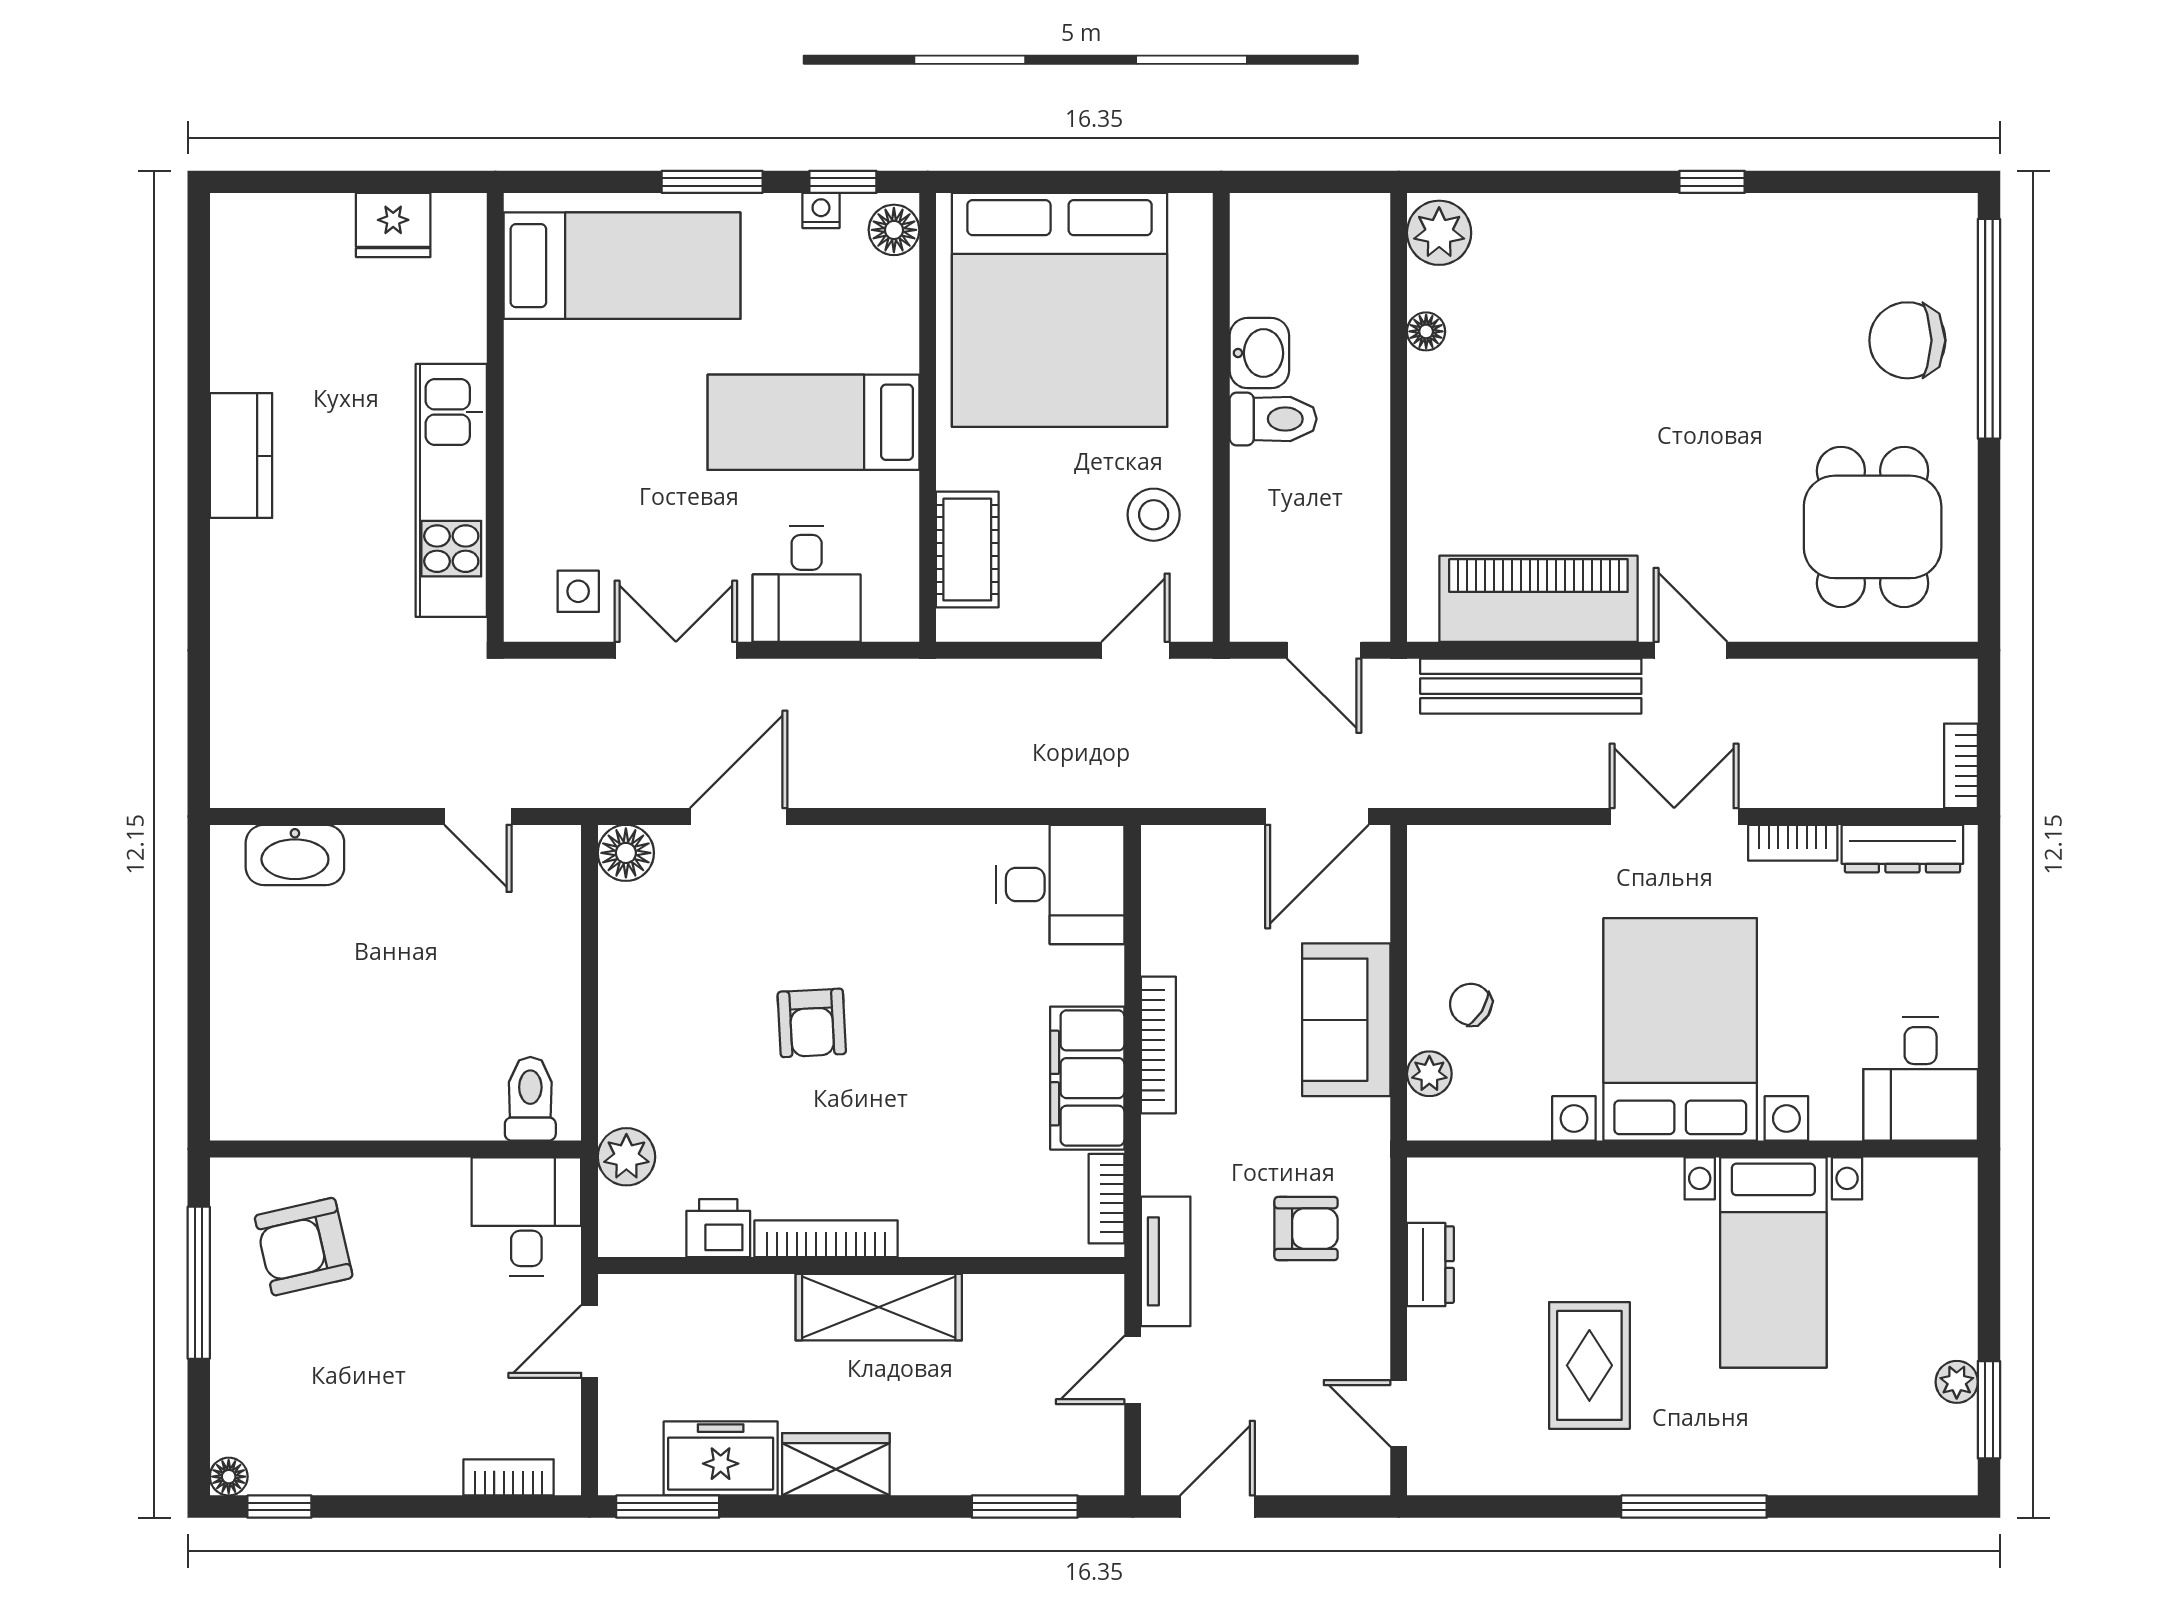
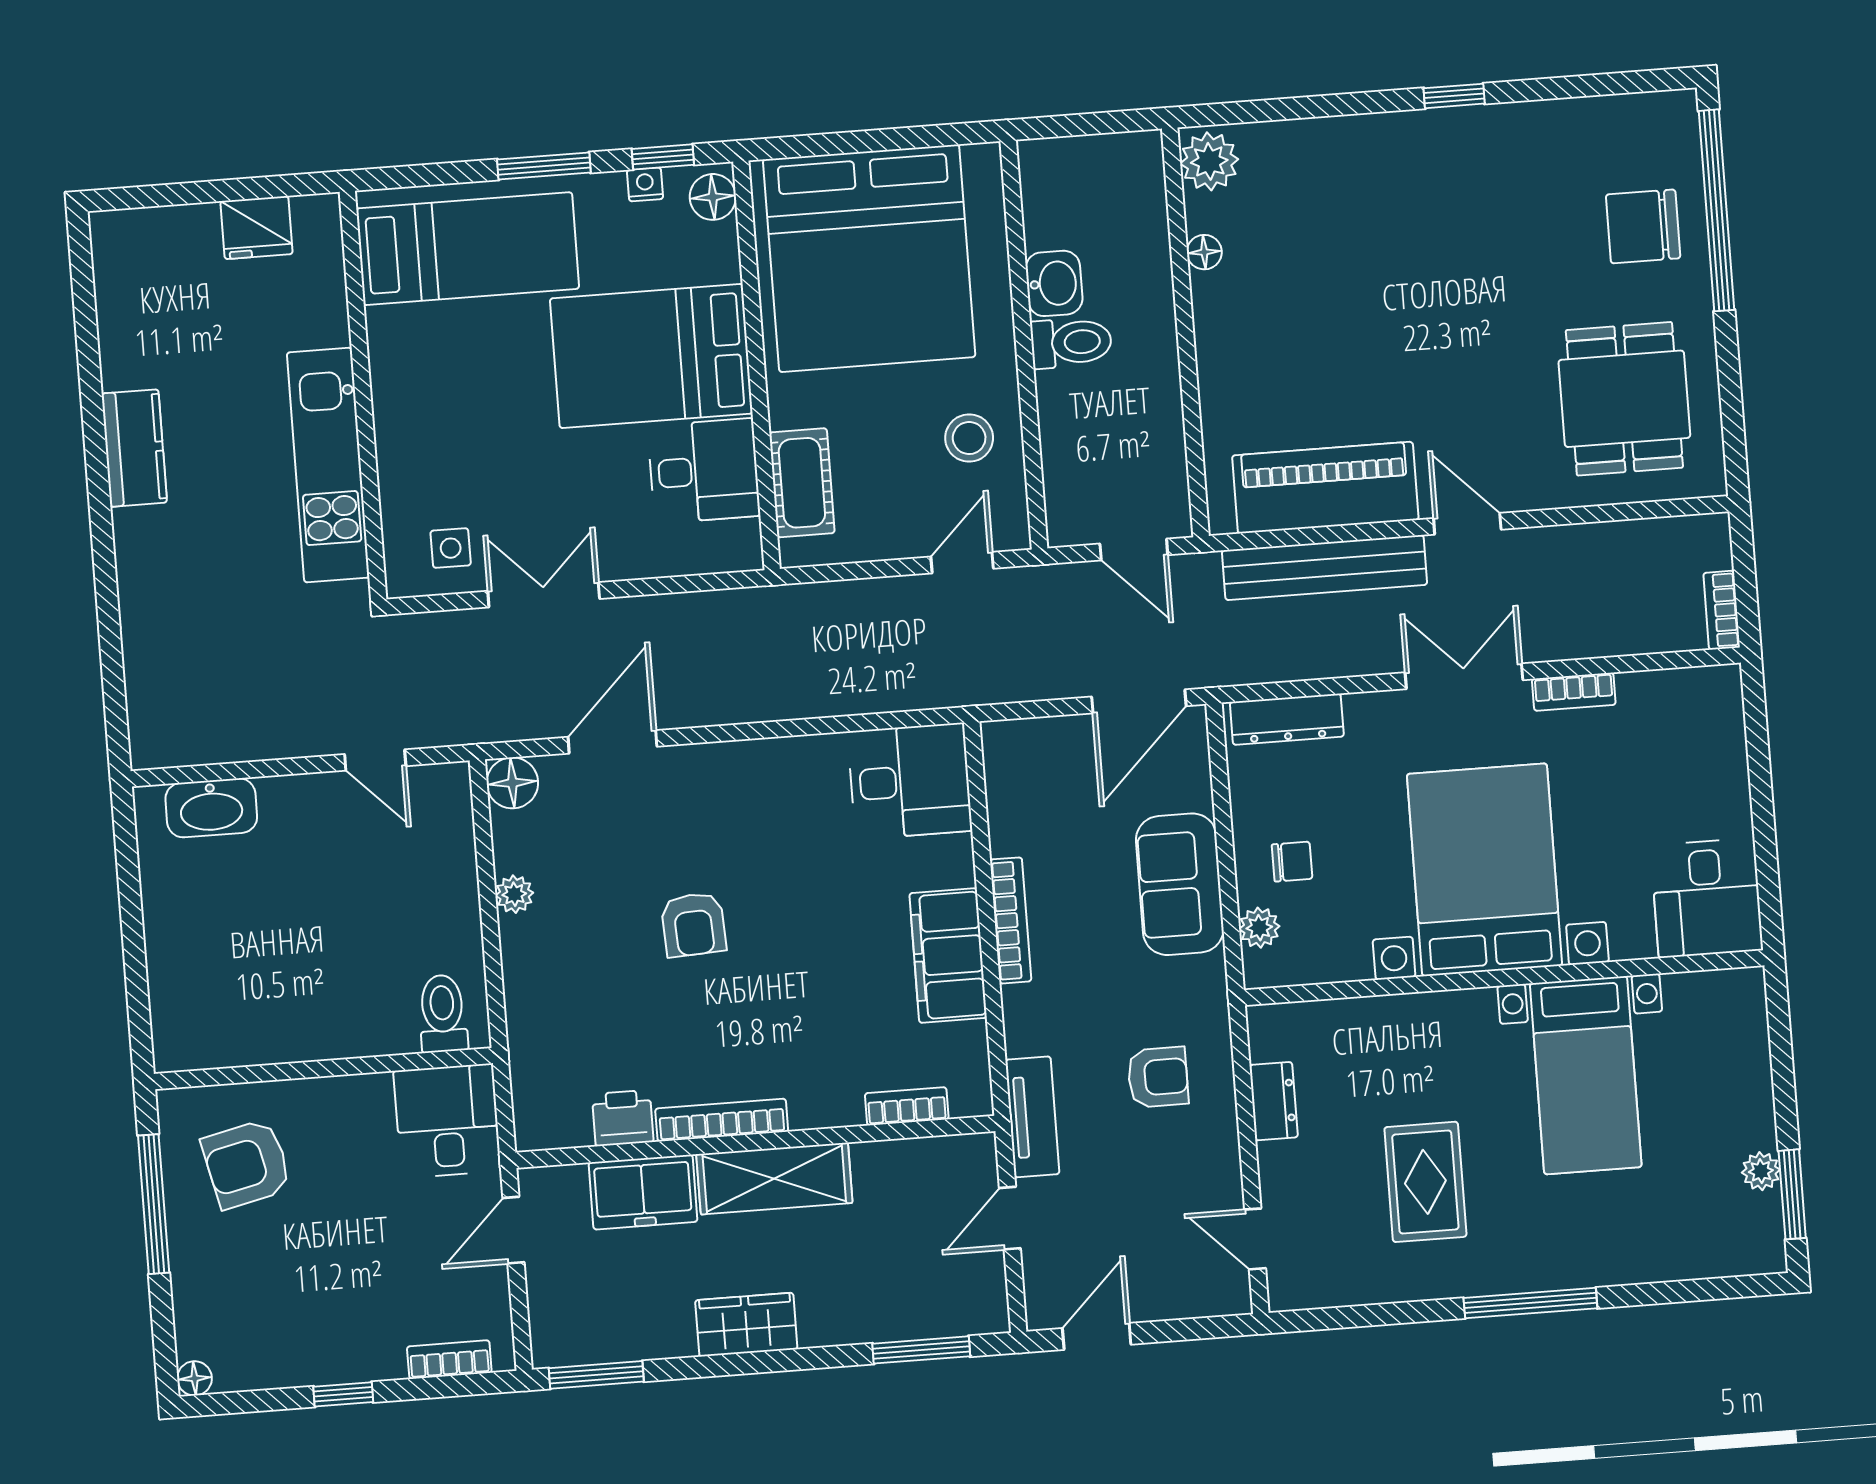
bed: (813, 422) -> (651, 356), width x1.50
desk: (807, 584) -> (704, 471), moved, turned -90
dresser: (1902, 849) -> (1287, 719), moved
chair: (1471, 1004) -> (1292, 862), turned 148
plant: (626, 1157) -> (514, 894), moved, width x0.73, depth x0.73
bookcase: (1106, 1199) -> (907, 1106), moved, turned 90
freezer: (721, 1458) -> (643, 1192), moved, turned 180
window: (279, 1507) -> (343, 1394), moved

